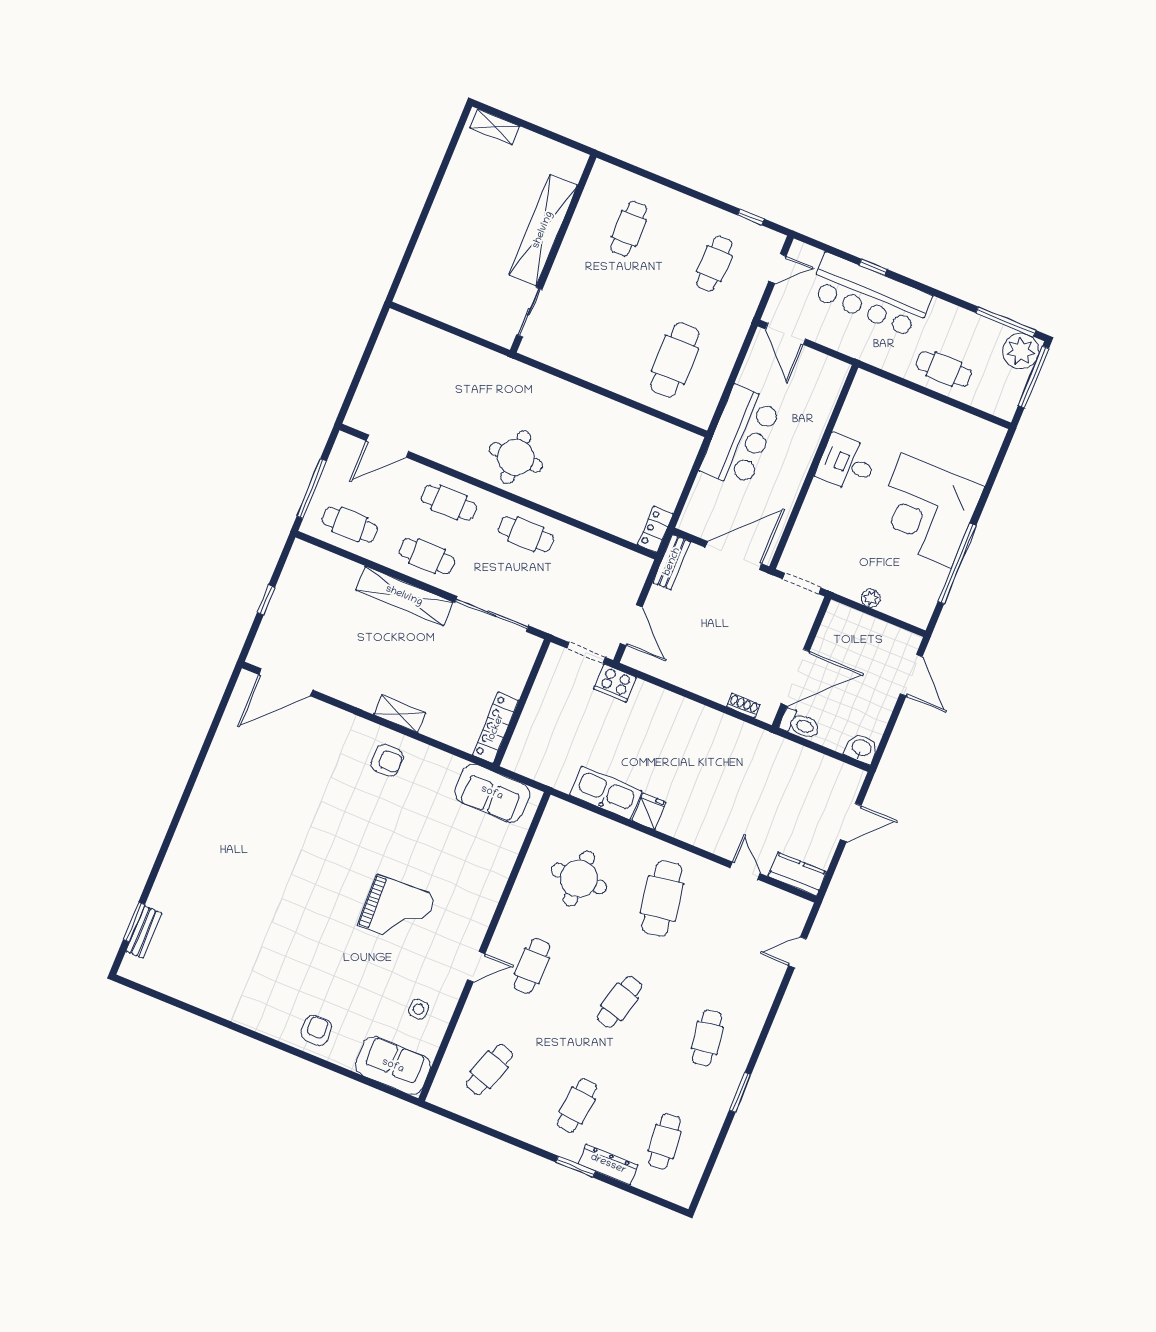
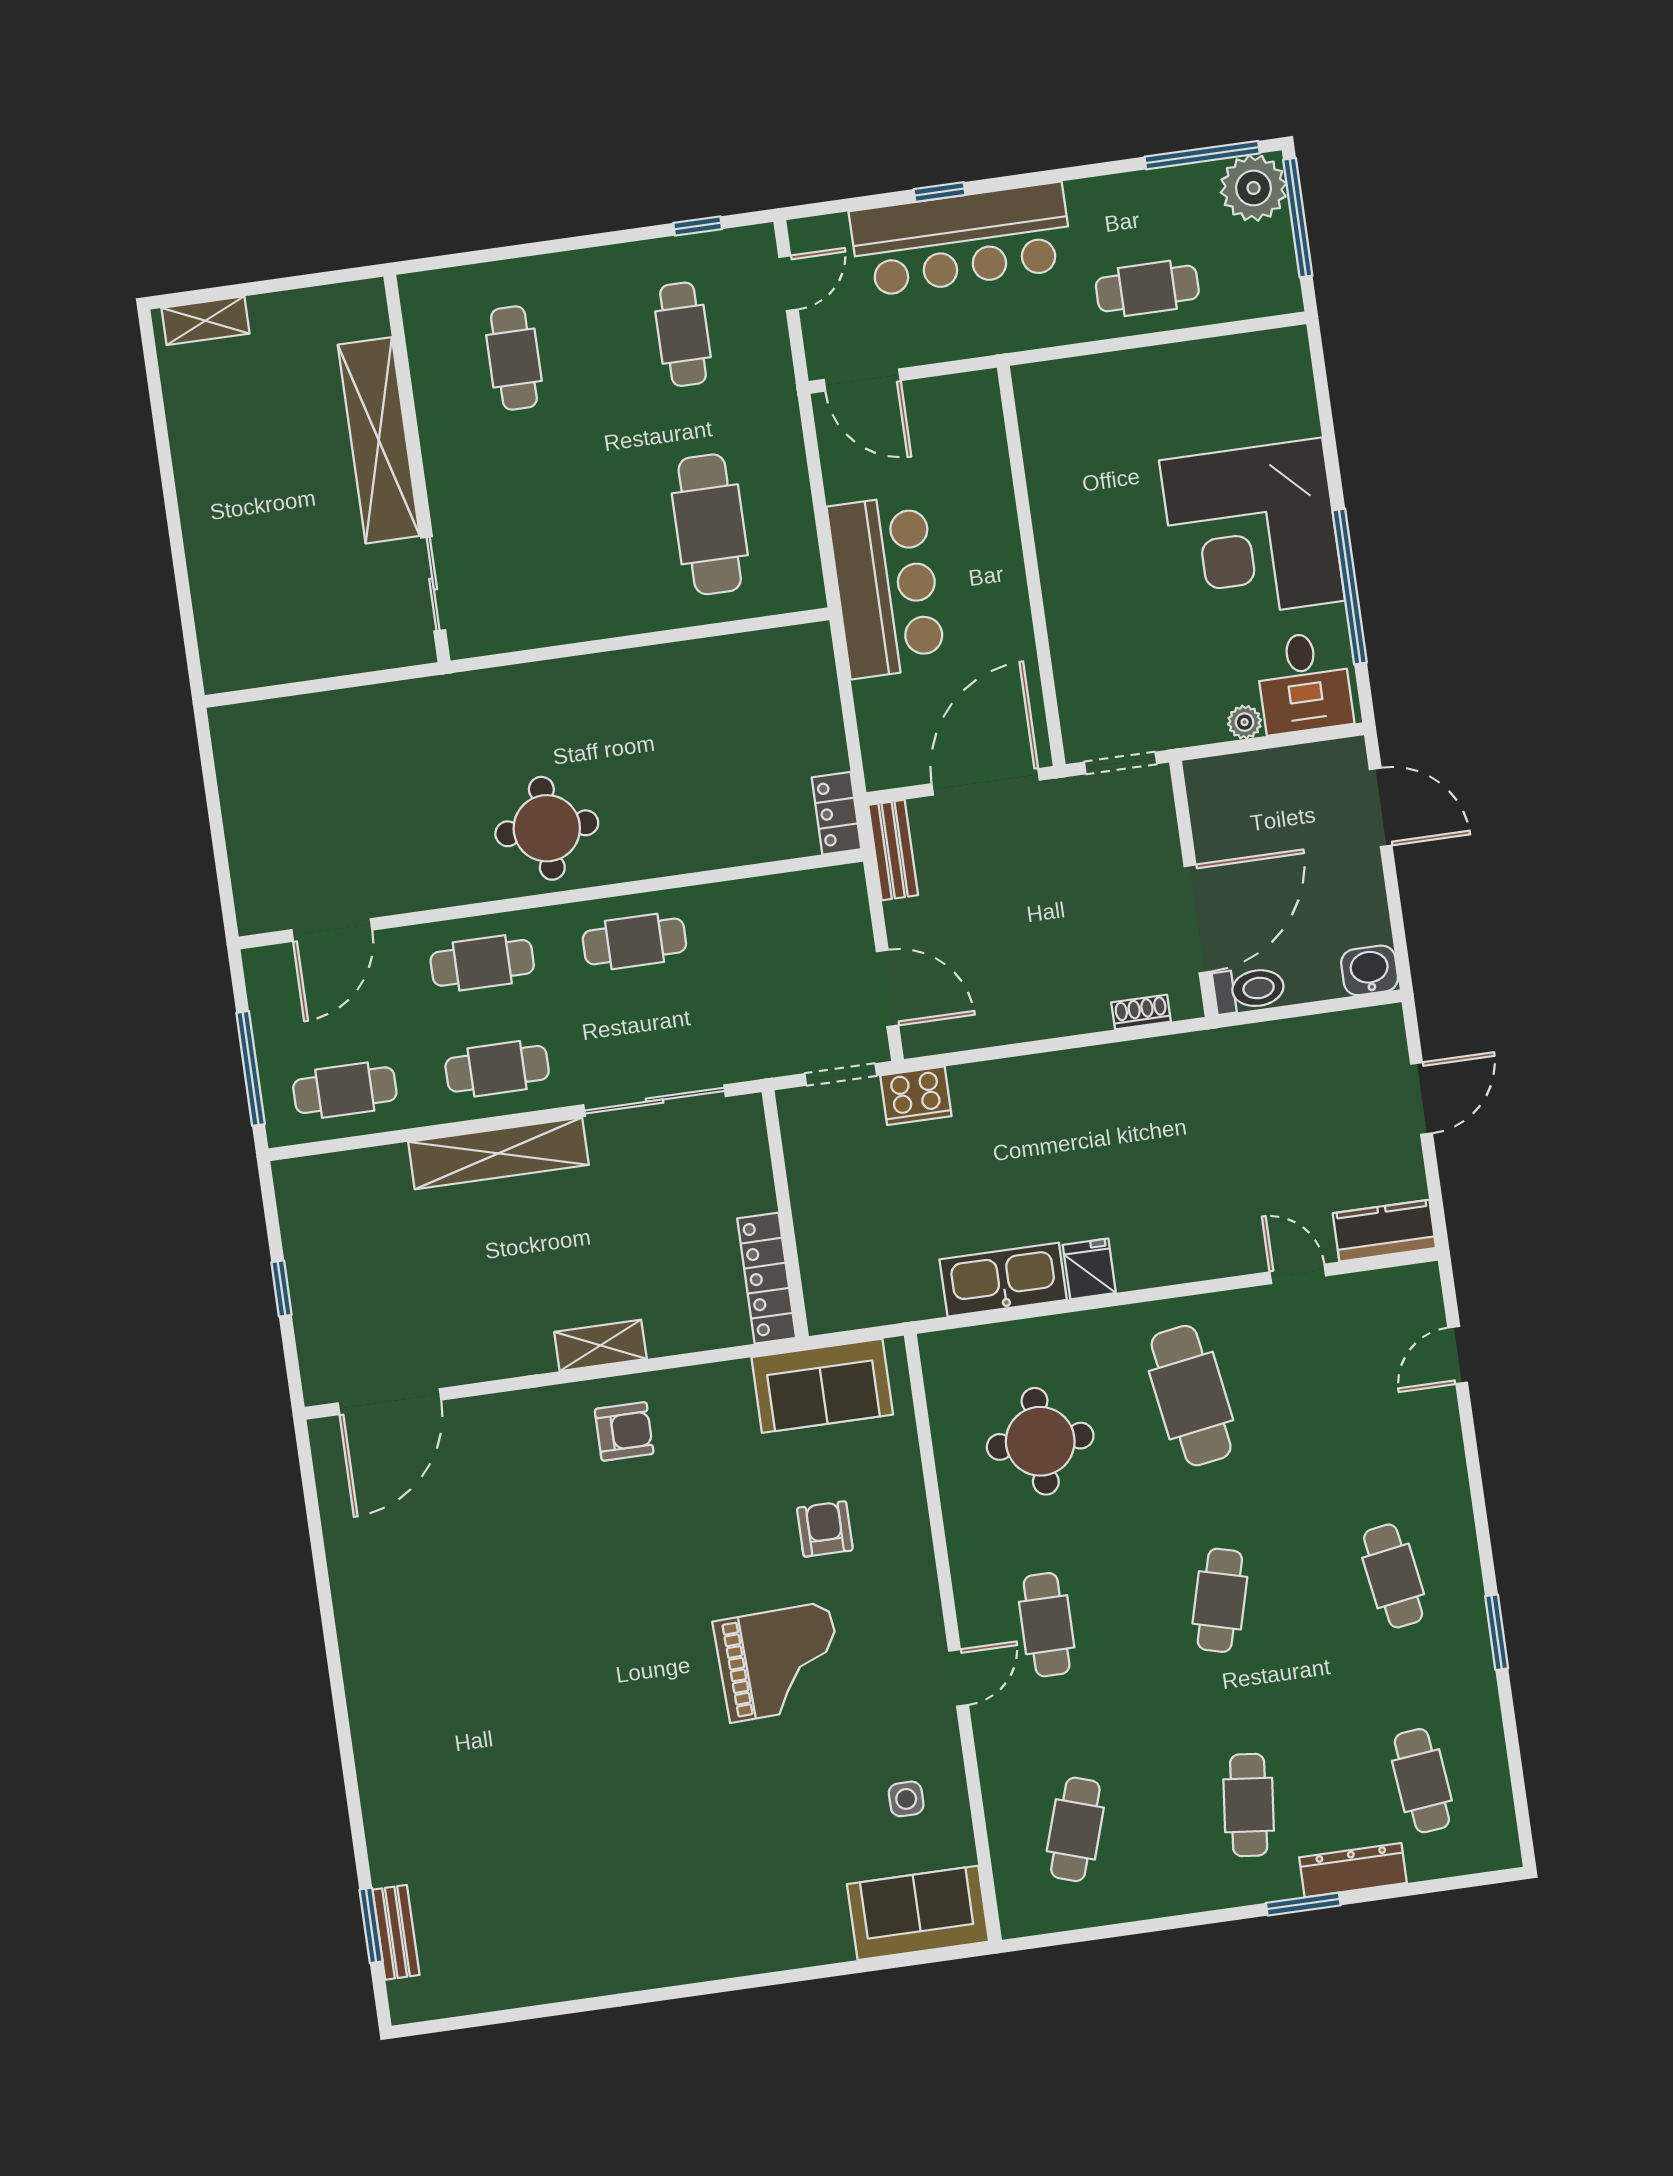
desk: (847, 463) -> (1304, 682), moved, turned -90
armchair: (316, 1030) -> (825, 1529), moved

